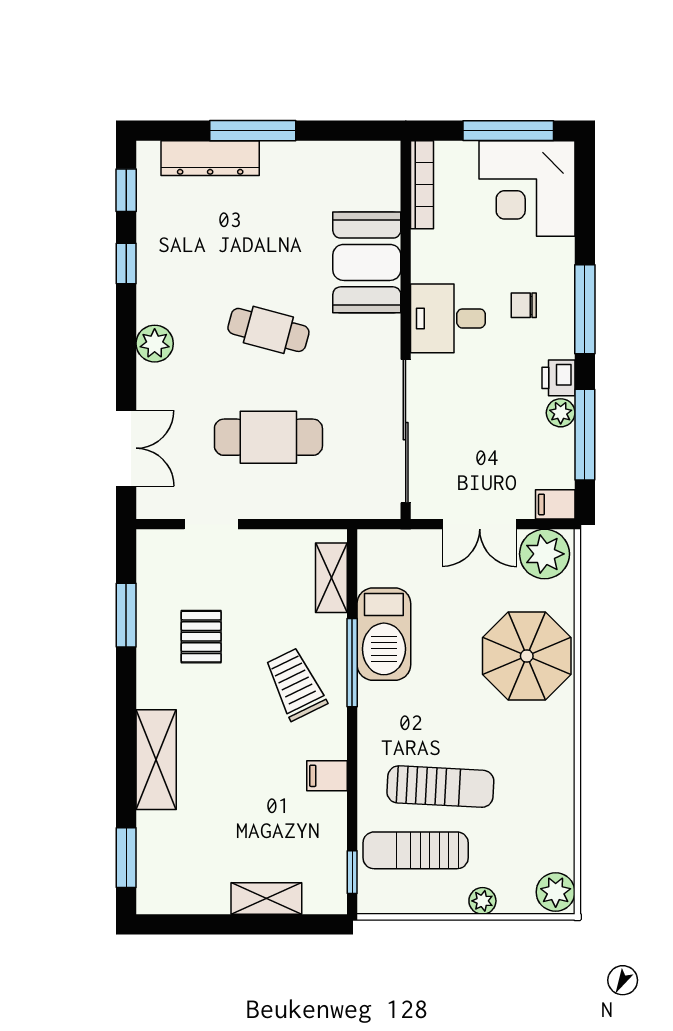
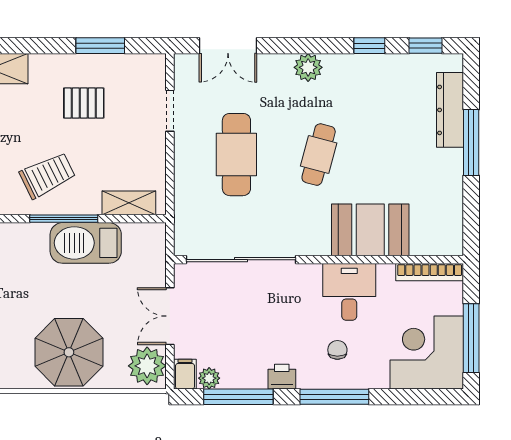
desk: (448, 318) -> (349, 292), moved
plant: (561, 413) -> (209, 378), moved

